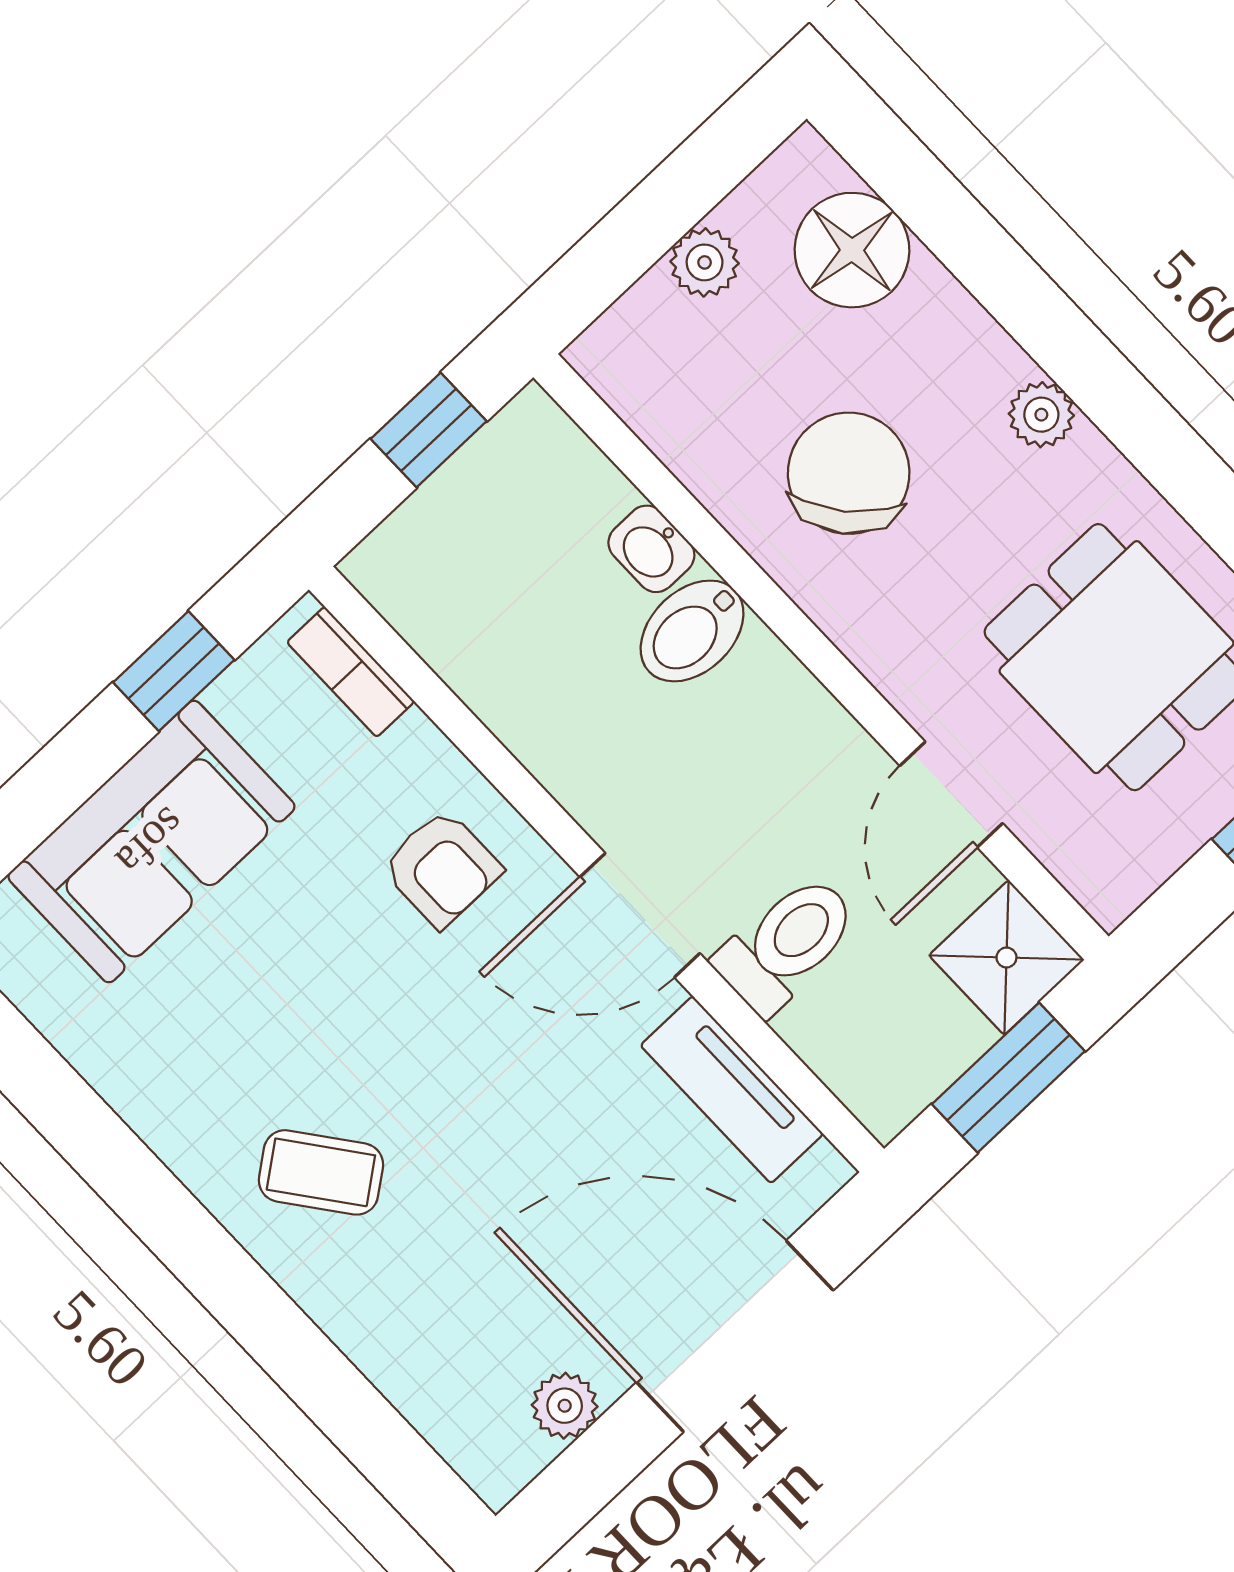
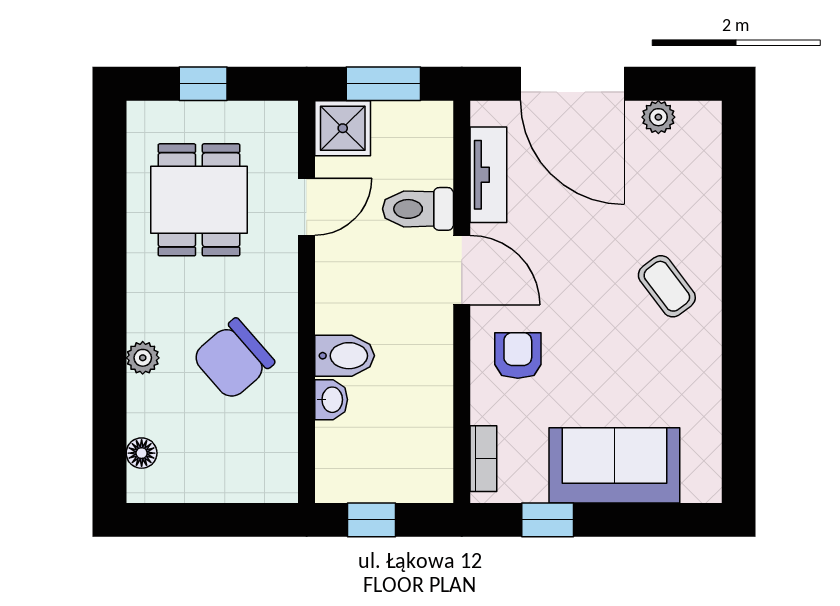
floor lamp: (852, 250) -> (142, 453), width x0.53, depth x0.53
plant: (705, 262) -> (213, 486), removed
plant: (1041, 415) -> (143, 358), moved

